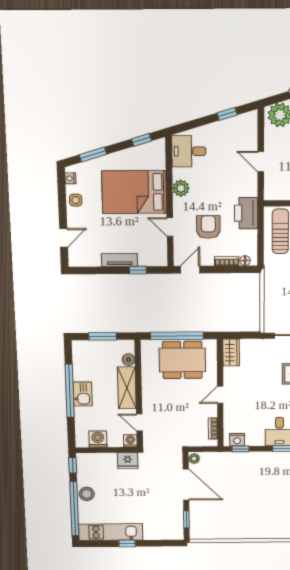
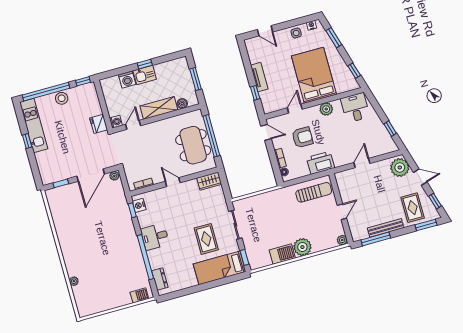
window: (70, 391) -> (145, 64), width x0.32
washing machine: (98, 439) -> (127, 80), moved, turned 90

